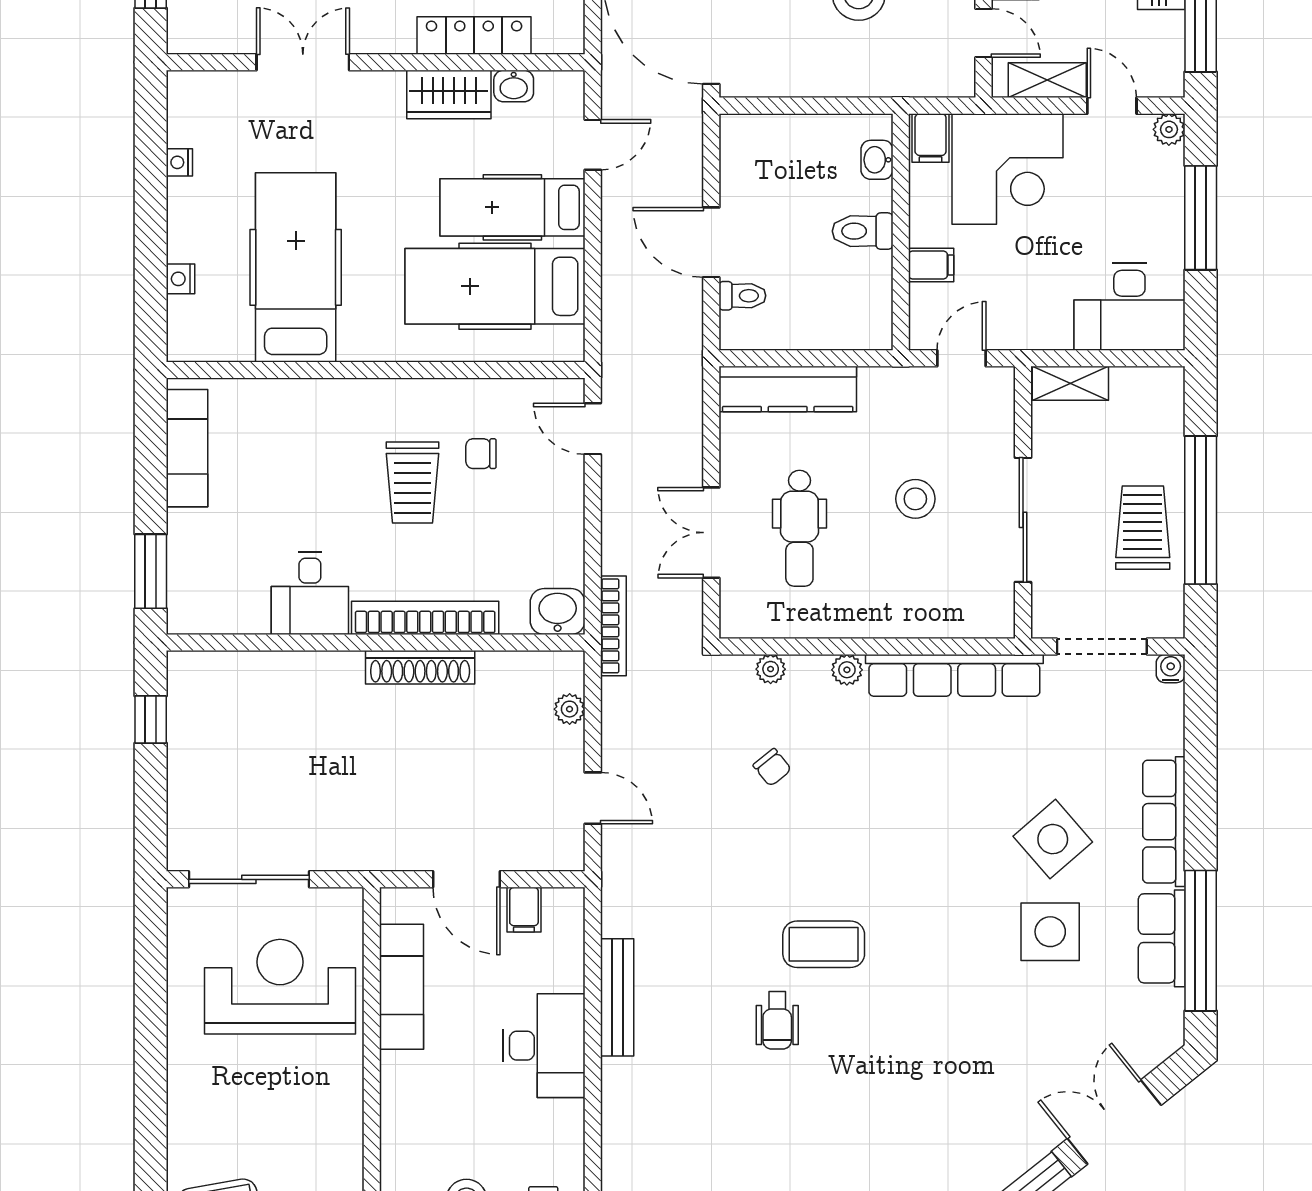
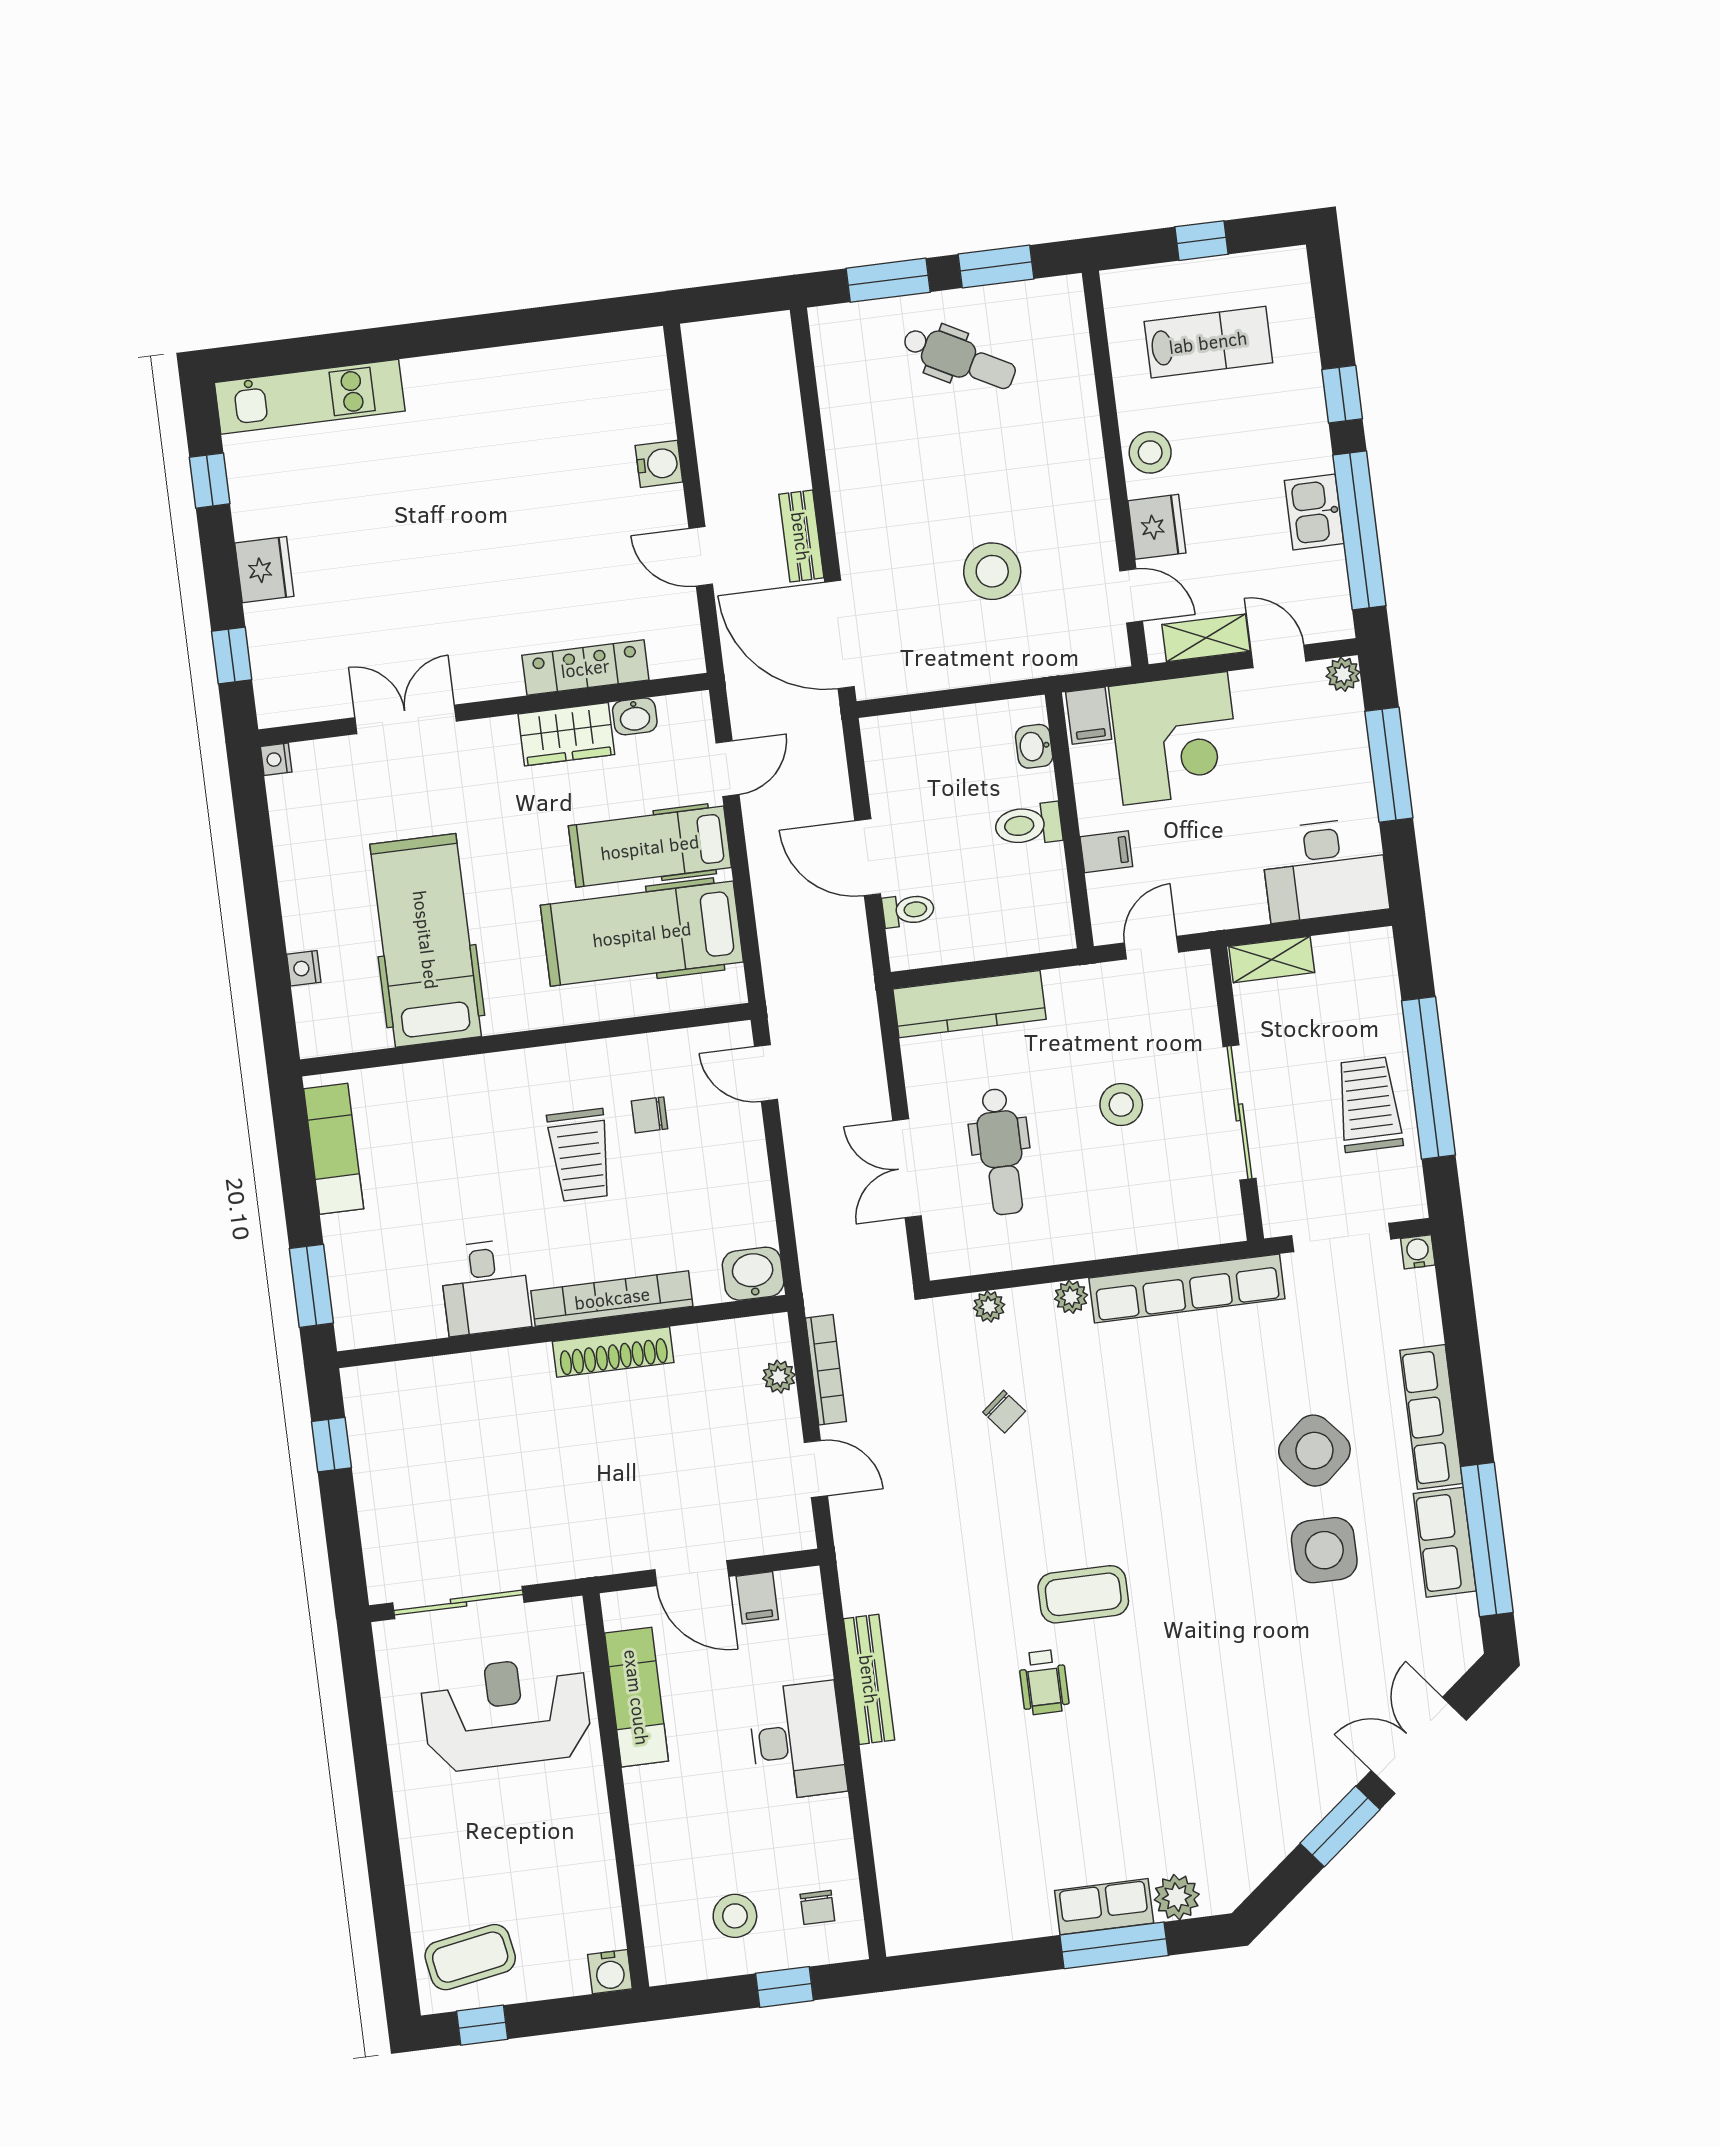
nightstand: (179, 162) -> (276, 759), moved
bookcase: (613, 626) -> (826, 1370), moved

